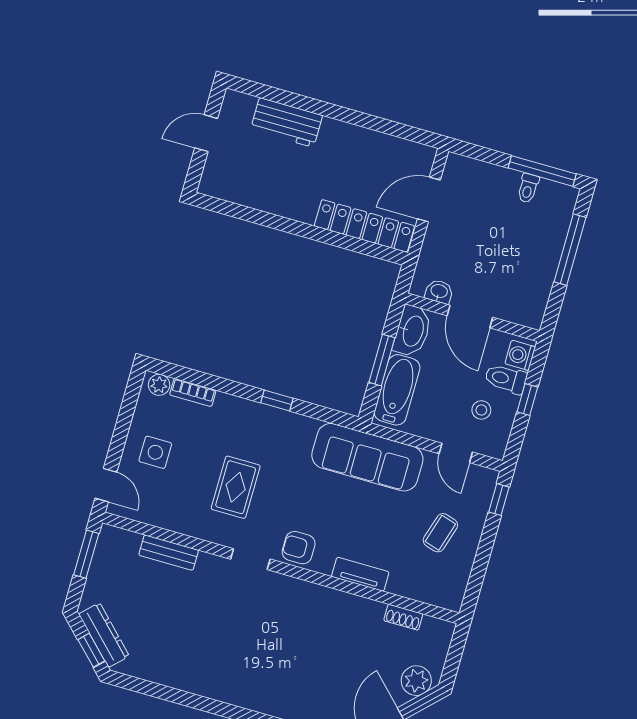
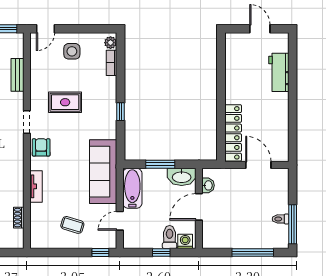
bathtub: (397, 390) -> (132, 188), moved, turned -90
stool: (481, 410) -> (148, 228), removed

